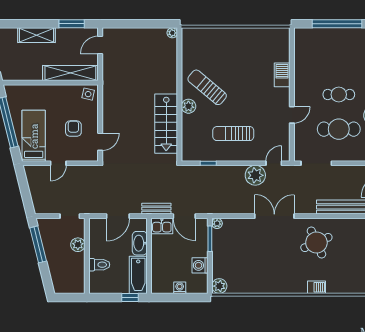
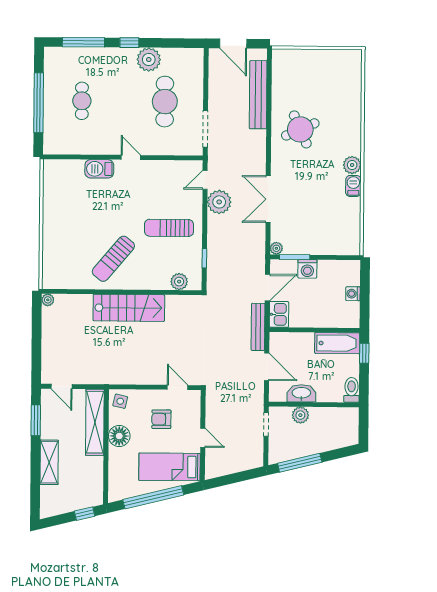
floor lamp: (59, 94) -> (119, 436), added
cafe table: (339, 94) -> (82, 101), moved
plant: (188, 106) -> (179, 282), moved
door: (292, 115) -> (131, 157), moved
stairs: (166, 124) -> (129, 308), moved
sun lounger: (233, 134) -> (169, 228), turned 90
door: (274, 163) -> (205, 180), hinge flipped
bench: (156, 209) -> (258, 327), width x1.36
double door: (274, 216) -> (268, 199), moved
washbasin: (140, 243) -> (301, 393), moved, turned 180
toilet: (99, 265) -> (352, 390), moved
washing machine: (200, 265) -> (307, 269), moved
plant: (219, 286) -> (352, 165), moved
barbecue: (317, 287) -> (353, 186), moved

